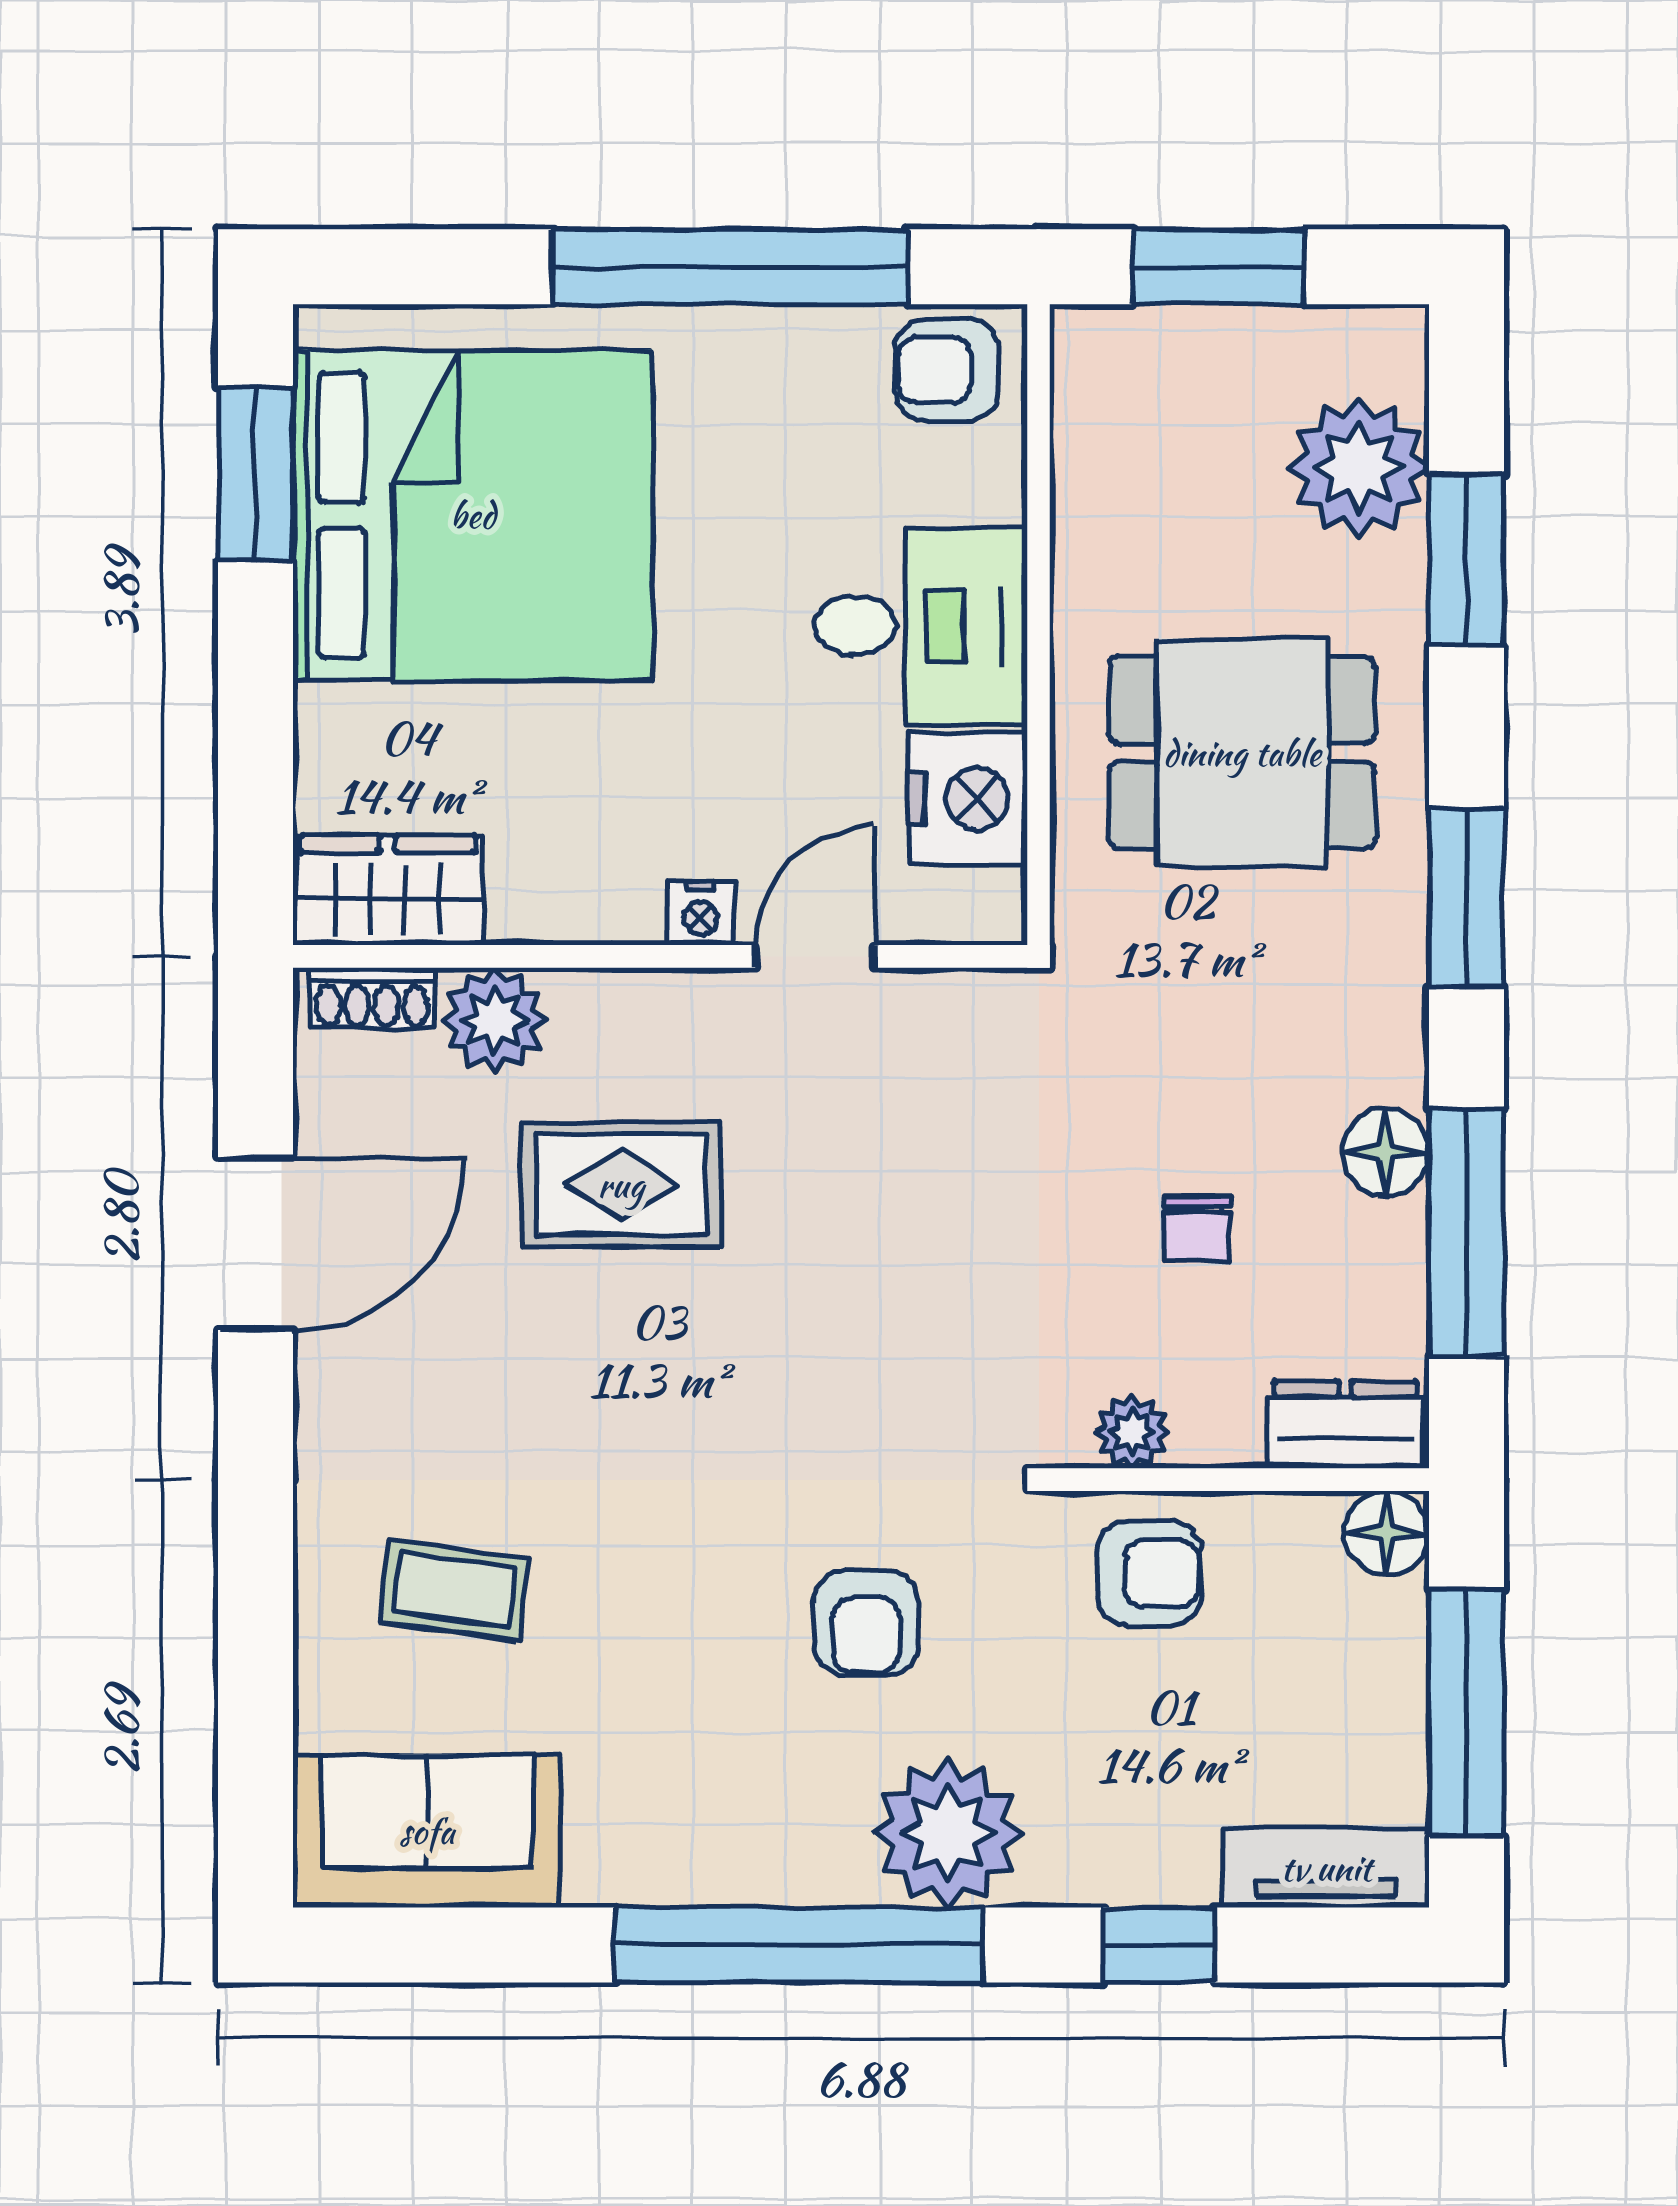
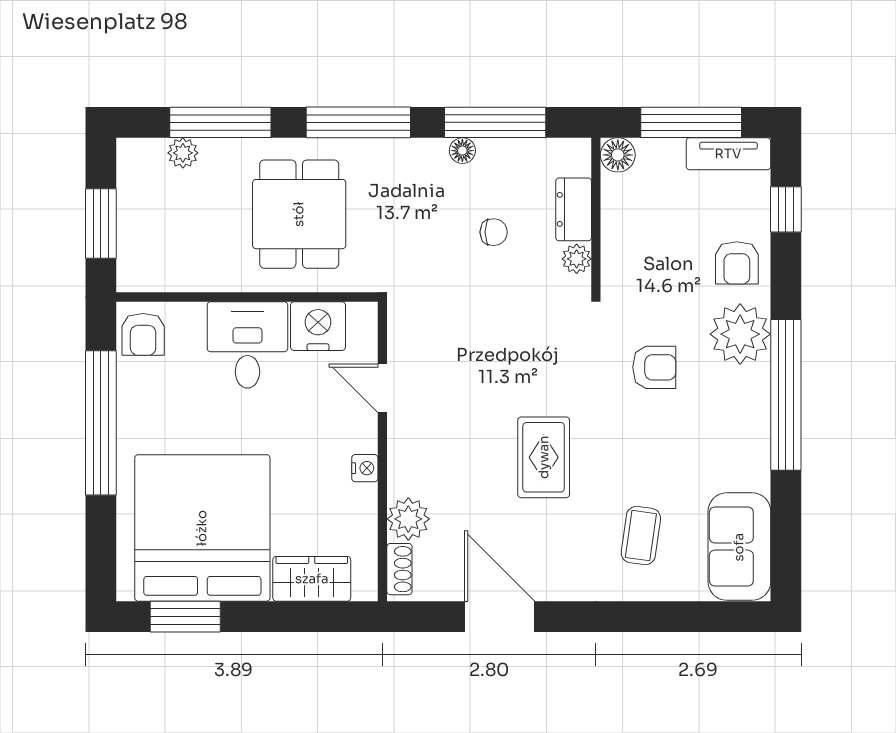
plant: (1359, 467) -> (183, 153), width x0.53, depth x0.53
window: (1466, 559) -> (220, 122), width x1.44
wardrobe: (388, 890) -> (312, 579), moved, turned 90
window: (1466, 898) -> (358, 122), width x1.44
nightstand: (701, 913) -> (365, 468), moved
floor lamp: (1386, 1152) -> (462, 151), width x0.73, depth x0.73
rug: (621, 1185) -> (544, 457), moved
dresser: (1345, 1425) -> (574, 209), moved
armchair: (1149, 1574) -> (737, 263), moved, turned 180
tv unit: (1326, 1868) -> (728, 154), moved, turned -90
window: (1159, 1945) -> (786, 209), moved

